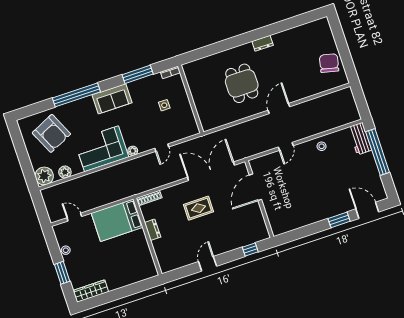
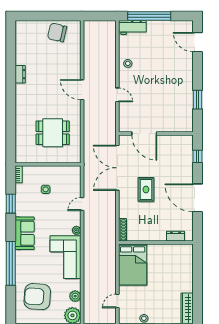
dresser: (263, 43) -> (20, 74), moved
window: (138, 74) -> (11, 204), width x0.69
dining table: (242, 83) -> (53, 133), moved
armchair: (51, 133) -> (37, 297), turned -151
door: (162, 148) -> (82, 204), swing flipped
door: (367, 210) -> (197, 42), hinge flipped
window: (339, 220) -> (197, 100), moved
dresser: (153, 230) -> (176, 236), moved
door: (208, 264) -> (197, 198), width x1.87

